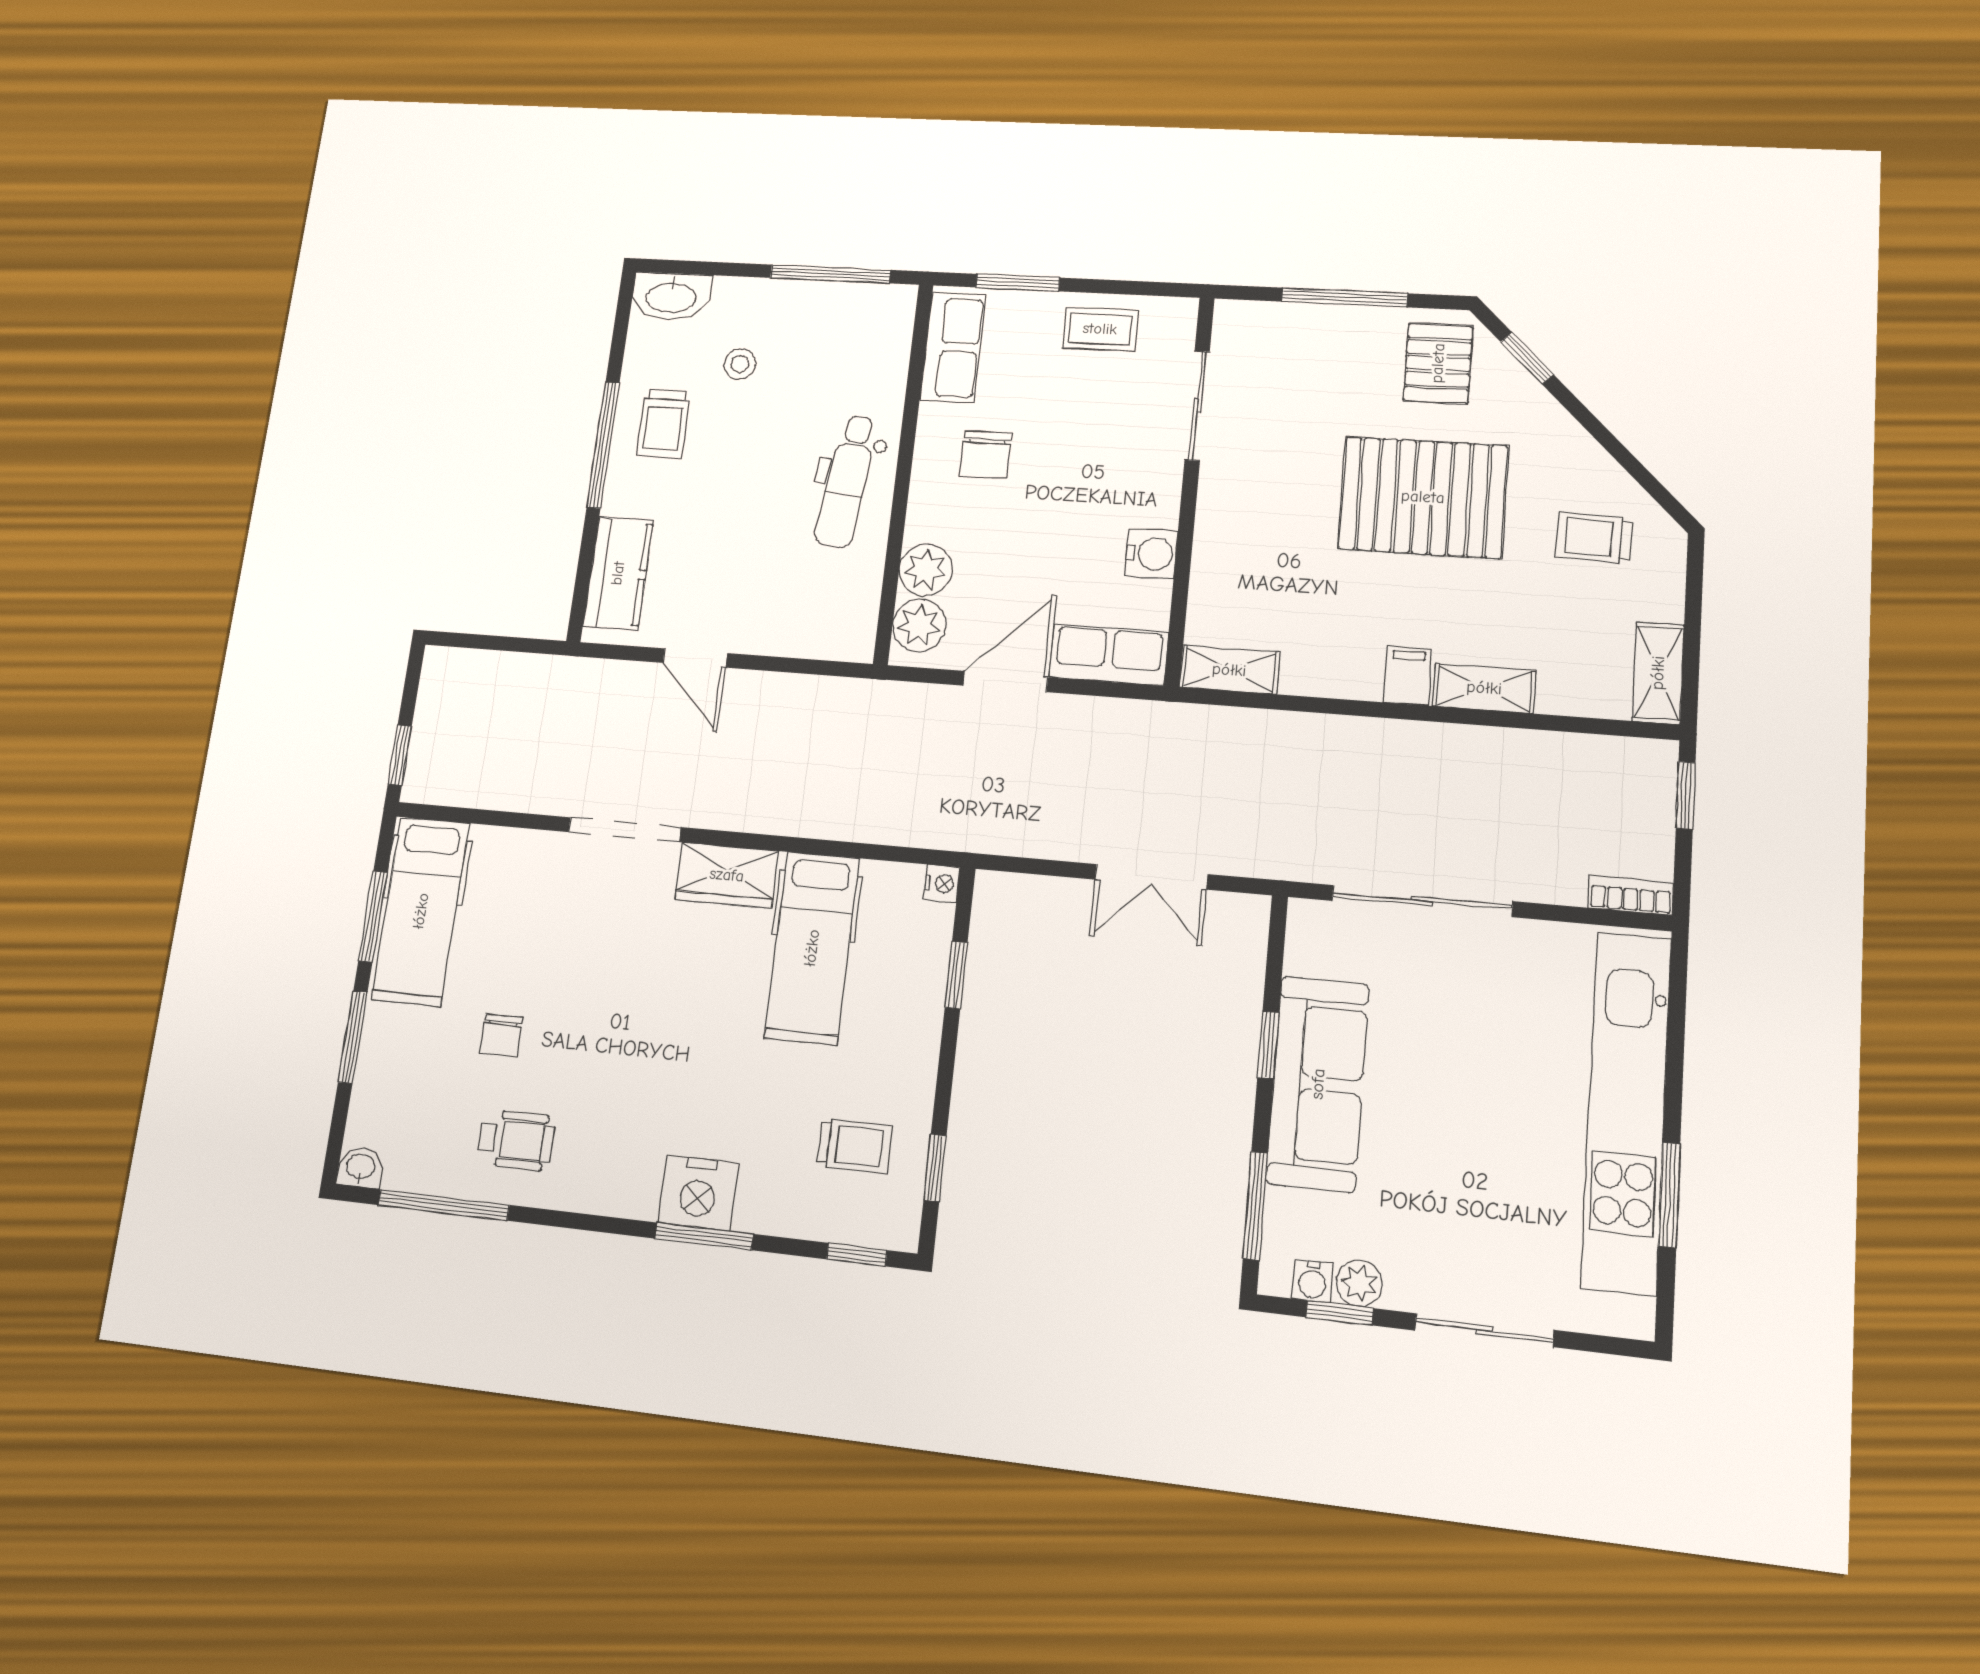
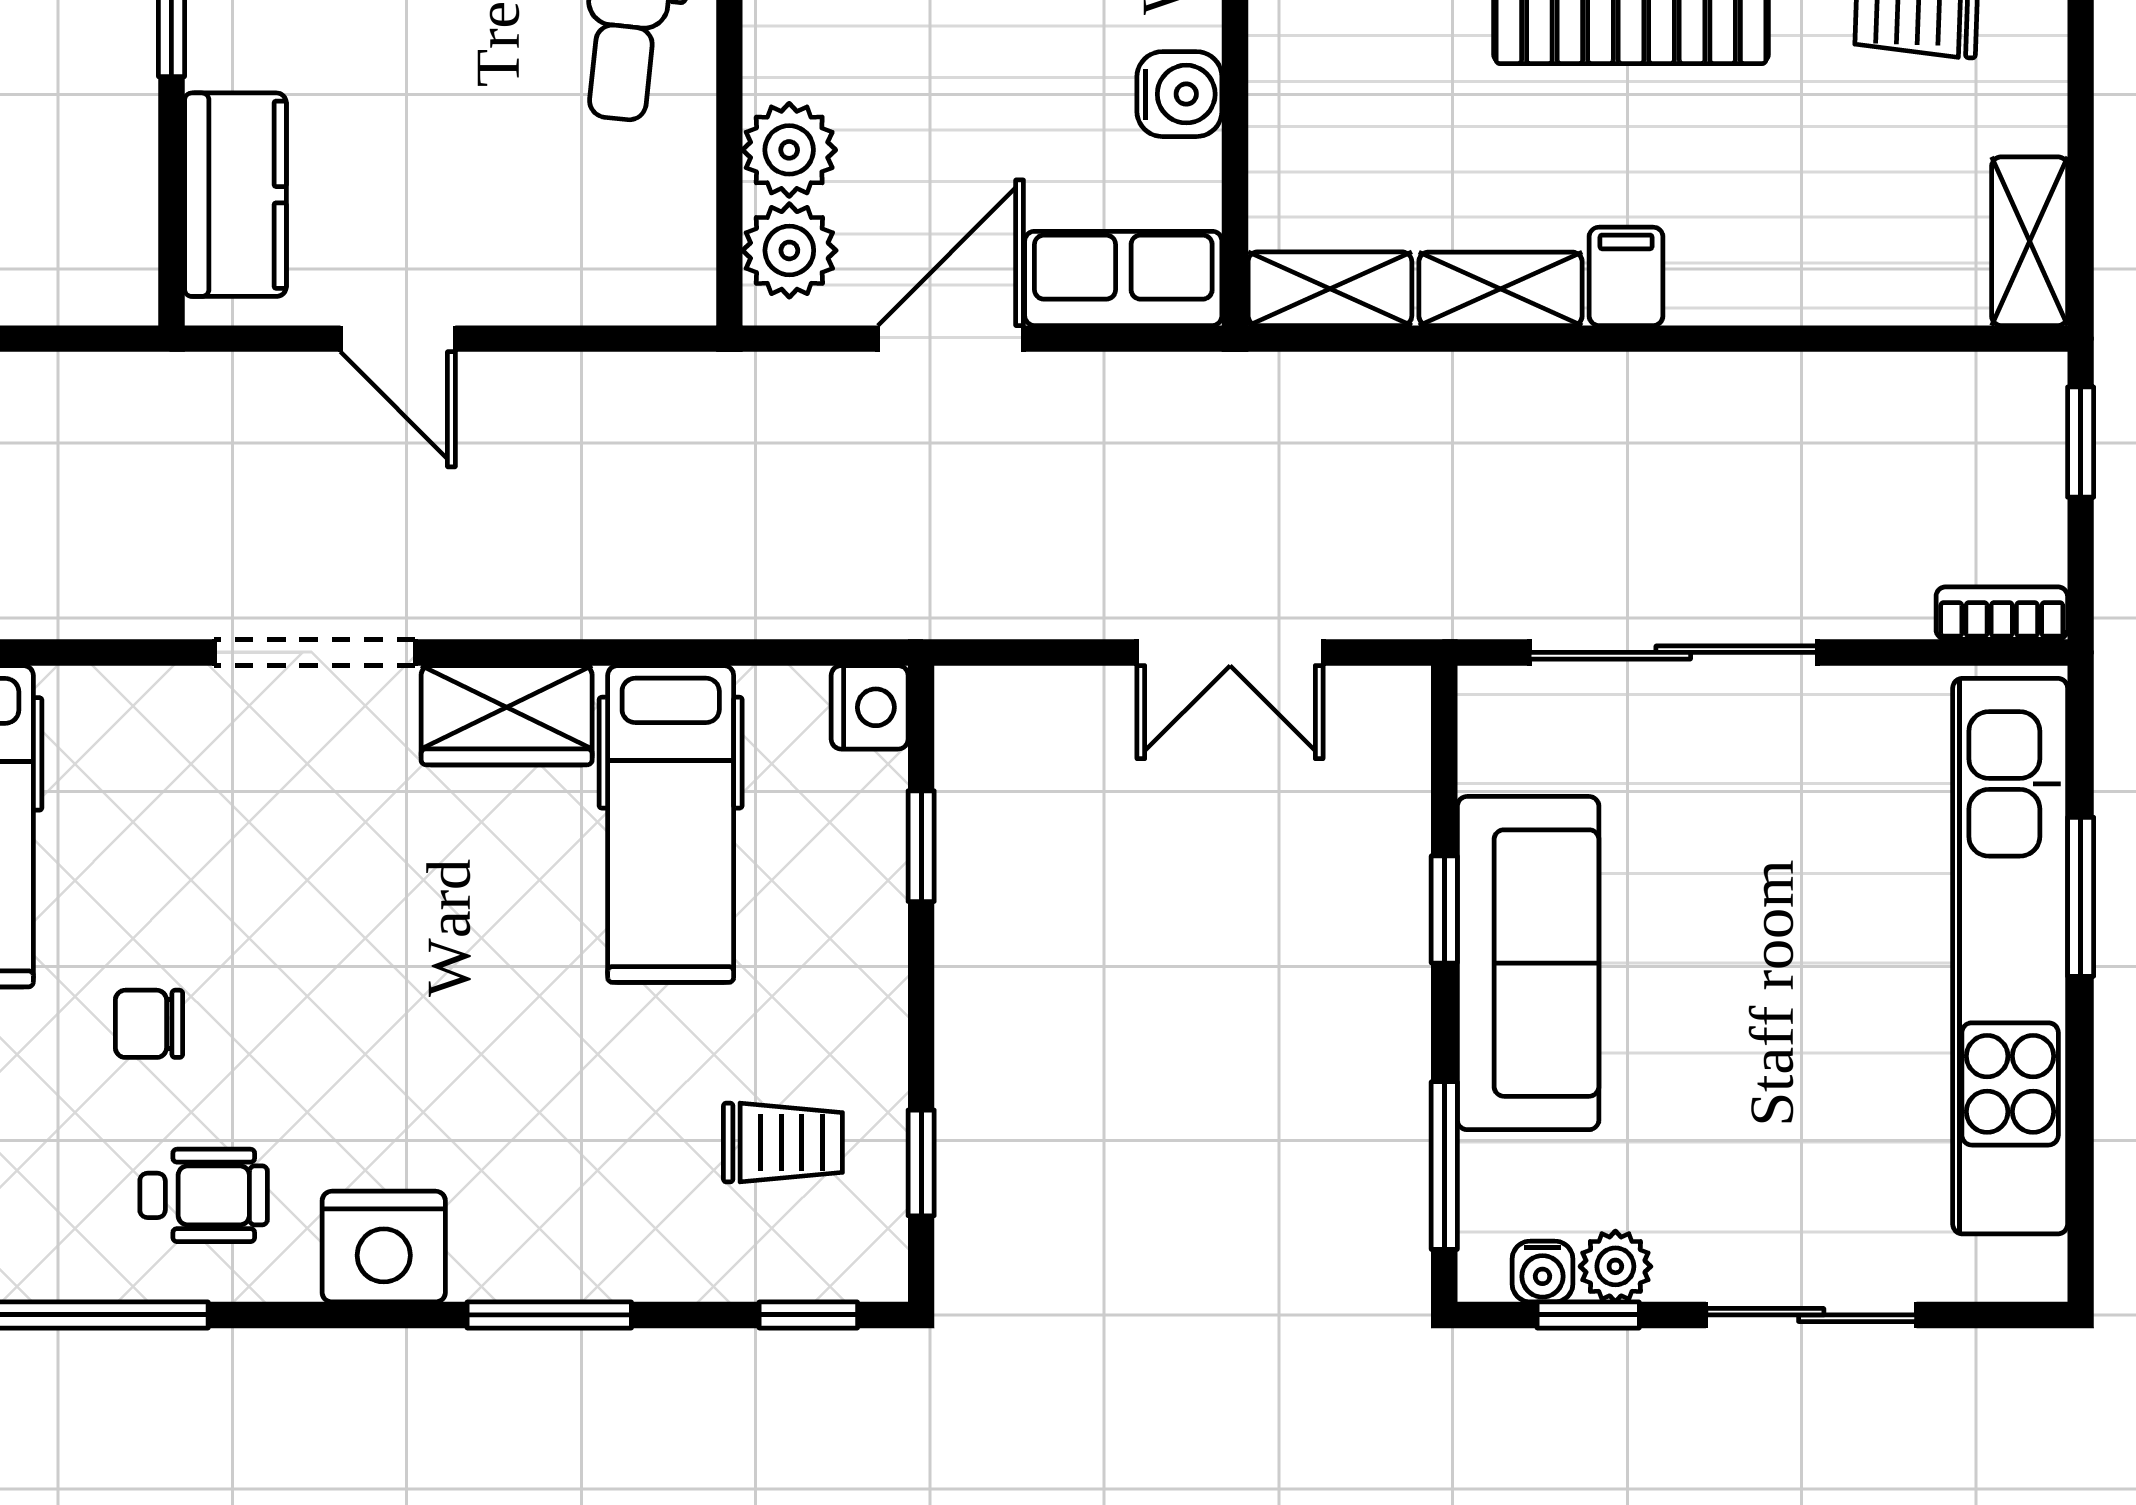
shelving: (1484, 688) -> (1500, 289), moved
nightstand: (942, 884) -> (870, 707), width x1.39, depth x1.35
chair: (501, 1035) -> (149, 1024), turned 90
nightstand: (698, 1193) -> (384, 1247), moved
window: (1669, 1195) -> (2081, 897), moved

